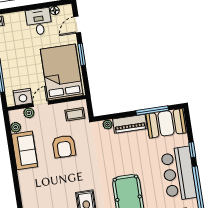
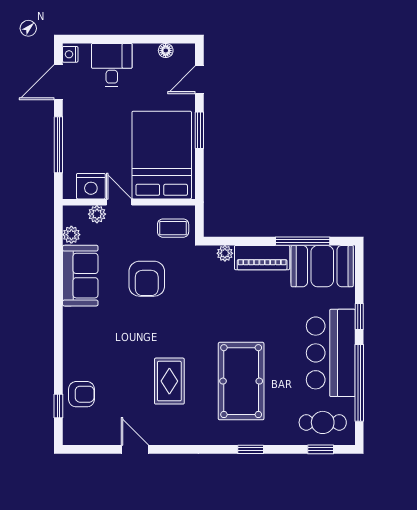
desk: (39, 22) -> (112, 65), moved
door: (41, 104) -> (119, 202), hinge flipped

